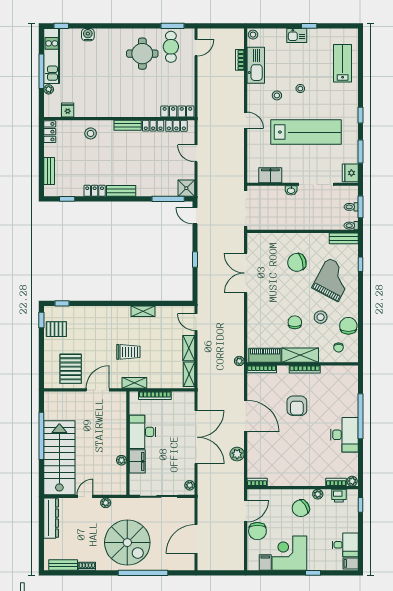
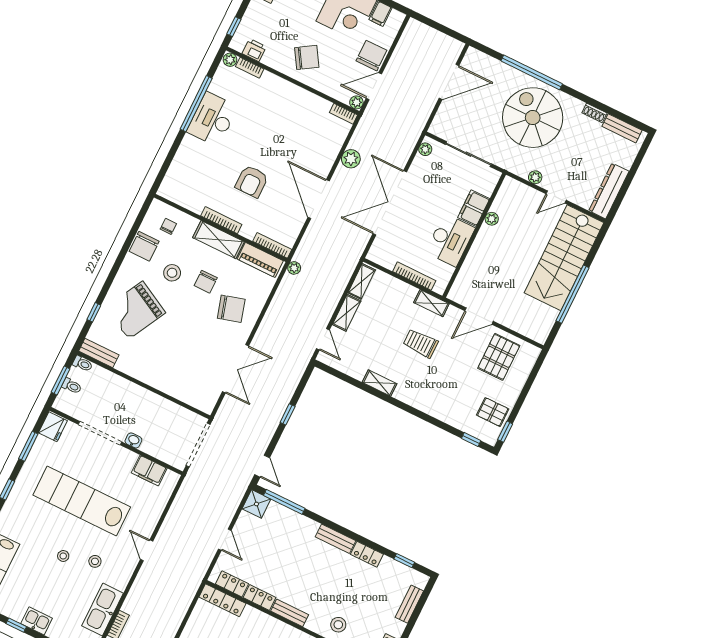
chair: (297, 262) -> (231, 309), moved
armchair: (297, 406) -> (252, 181), turned 180
window: (360, 416) -> (196, 104), moved
plant: (318, 494) -> (356, 102), moved

